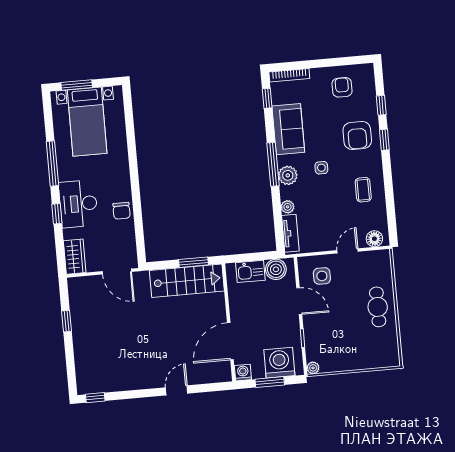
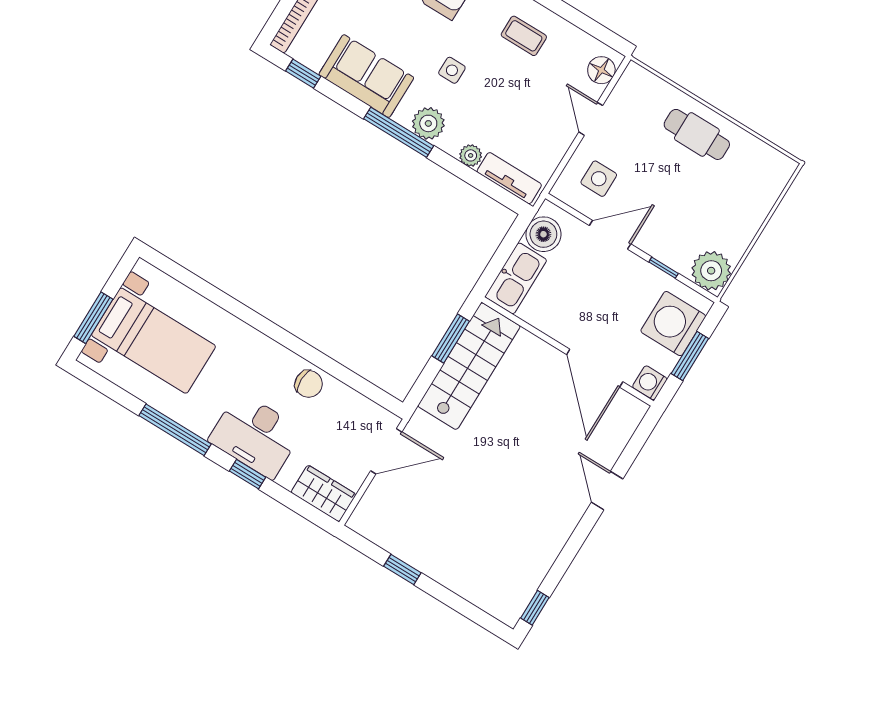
kitchen sink: (250, 271) -> (516, 278), width x1.38
plant: (313, 368) -> (711, 271), width x1.88, depth x1.88

